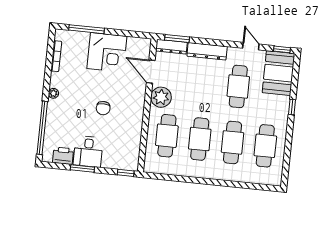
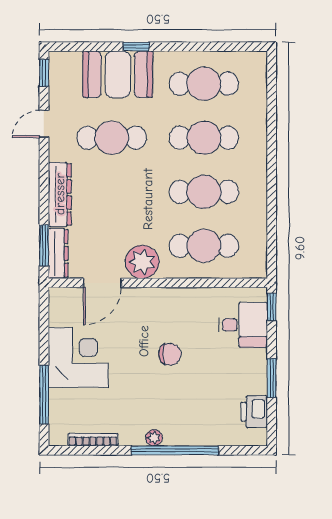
booth: (279, 73) -> (118, 74), moved
window: (42, 128) -> (175, 450), moved
desk: (88, 152) -> (243, 325), moved

